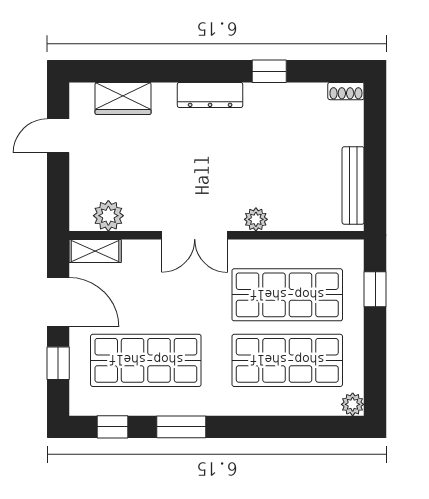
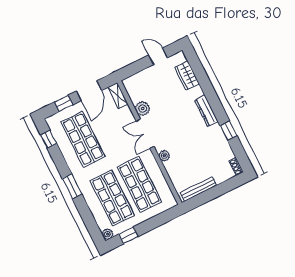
plant: (108, 216) -> (143, 109), moved
window: (375, 289) -> (128, 235), moved
window: (181, 427) -> (72, 186), moved

